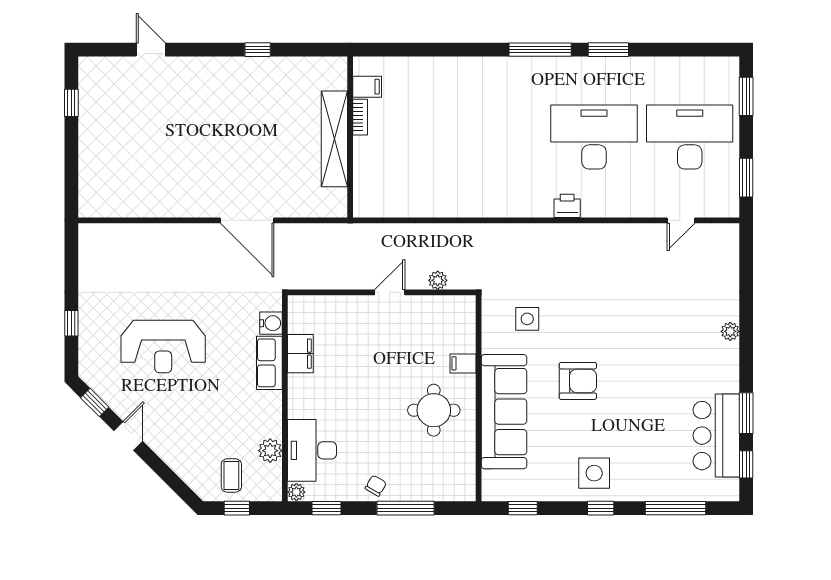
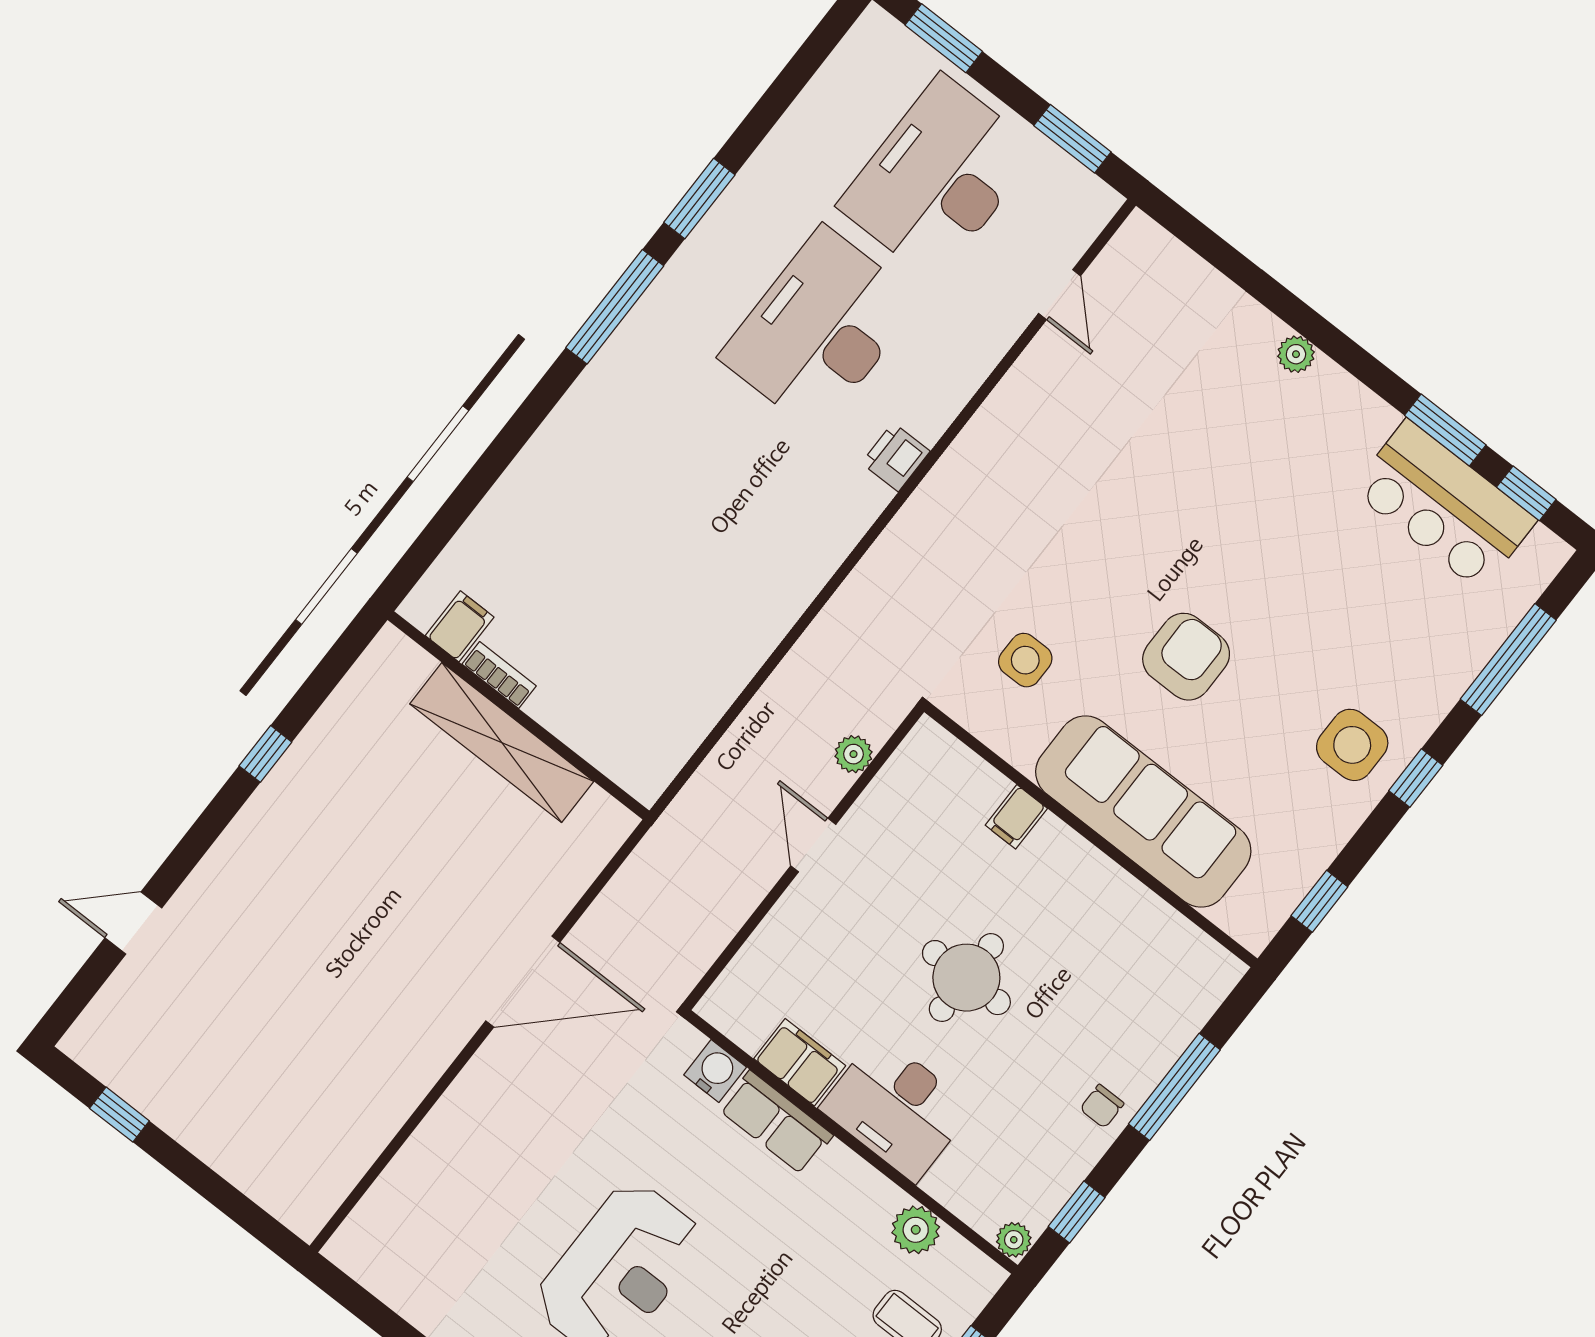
round table: (434, 410) -> (966, 978), moved
desk: (312, 450) -> (897, 1108), moved
chair: (376, 486) -> (1102, 1106), turned -120

